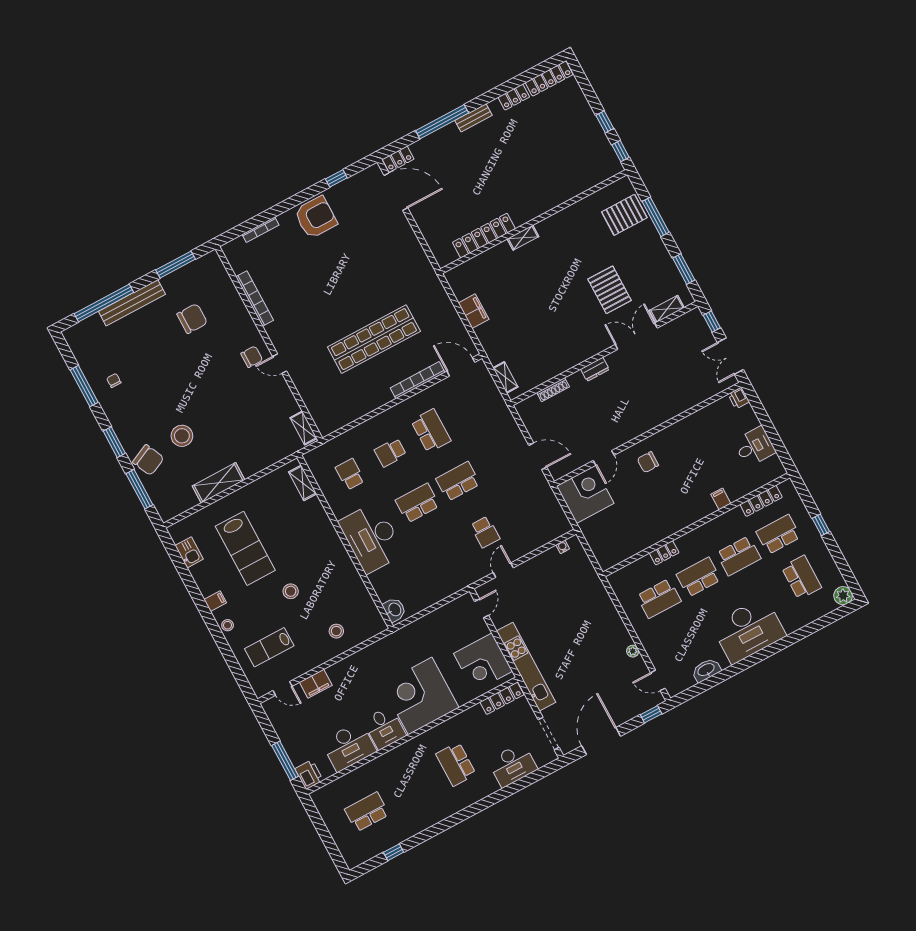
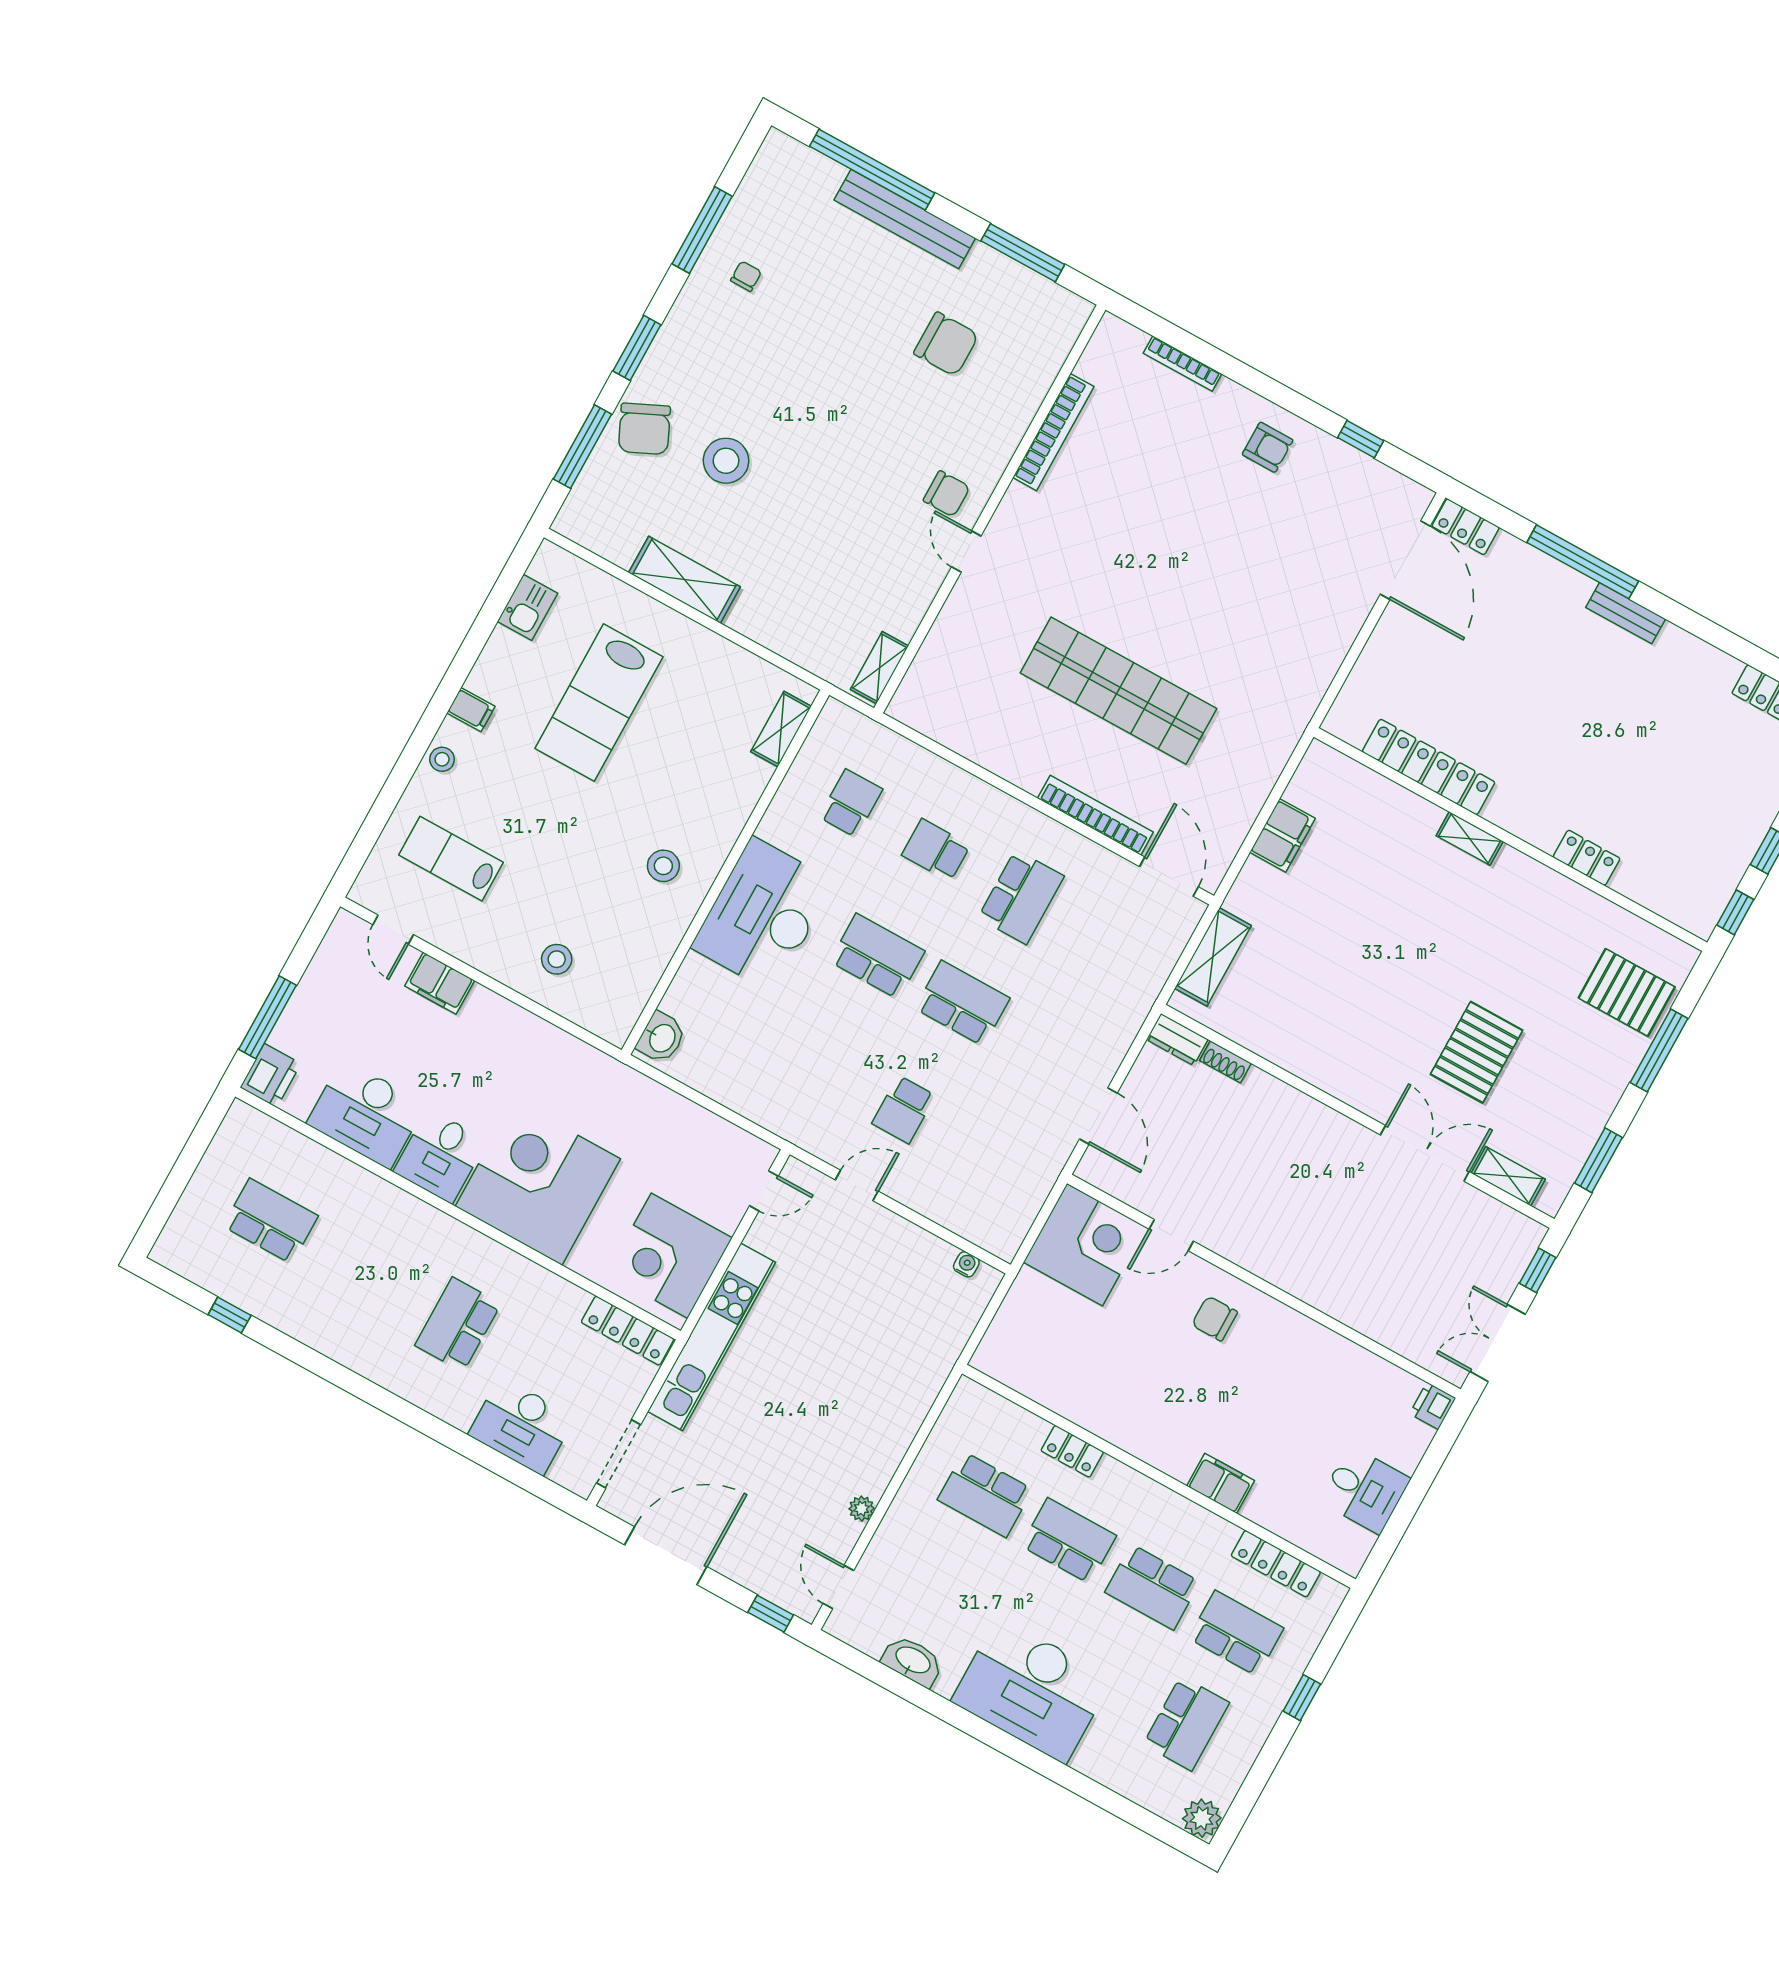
locker: (514, 97) -> (1587, 858), moved, turned 180
armchair: (316, 217) -> (1268, 447), width x0.53, depth x0.53
dresser: (595, 369) -> (1177, 1040), moved
shelving: (505, 377) -> (1213, 957), width x1.50, depth x1.33
shoe rack: (553, 390) -> (1225, 1062), width x0.70
filing cabinet: (721, 499) -> (1221, 1483), width x2.00
stool: (291, 591) -> (663, 866), moved

